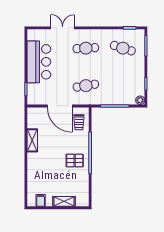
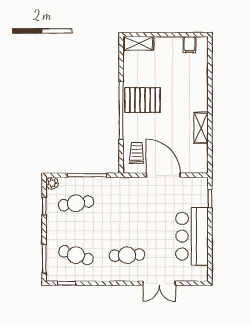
cafe table: (86, 86) -> (76, 203), moved
pallet: (75, 160) -> (143, 100), width x1.50, depth x1.42
shelving: (64, 201) -> (138, 43), moved

